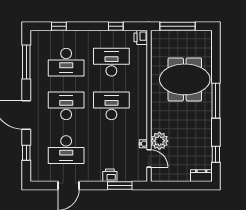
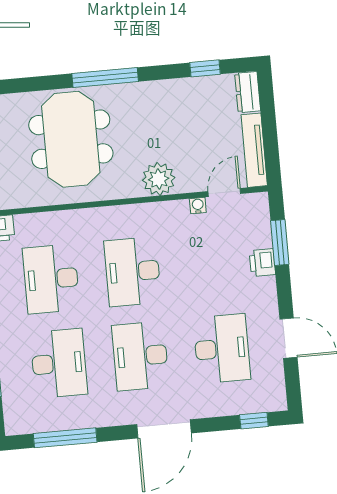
plant: (159, 141) -> (159, 179), moved
window: (26, 153) -> (254, 421), moved
tv unit: (170, 176) -> (254, 150), added

